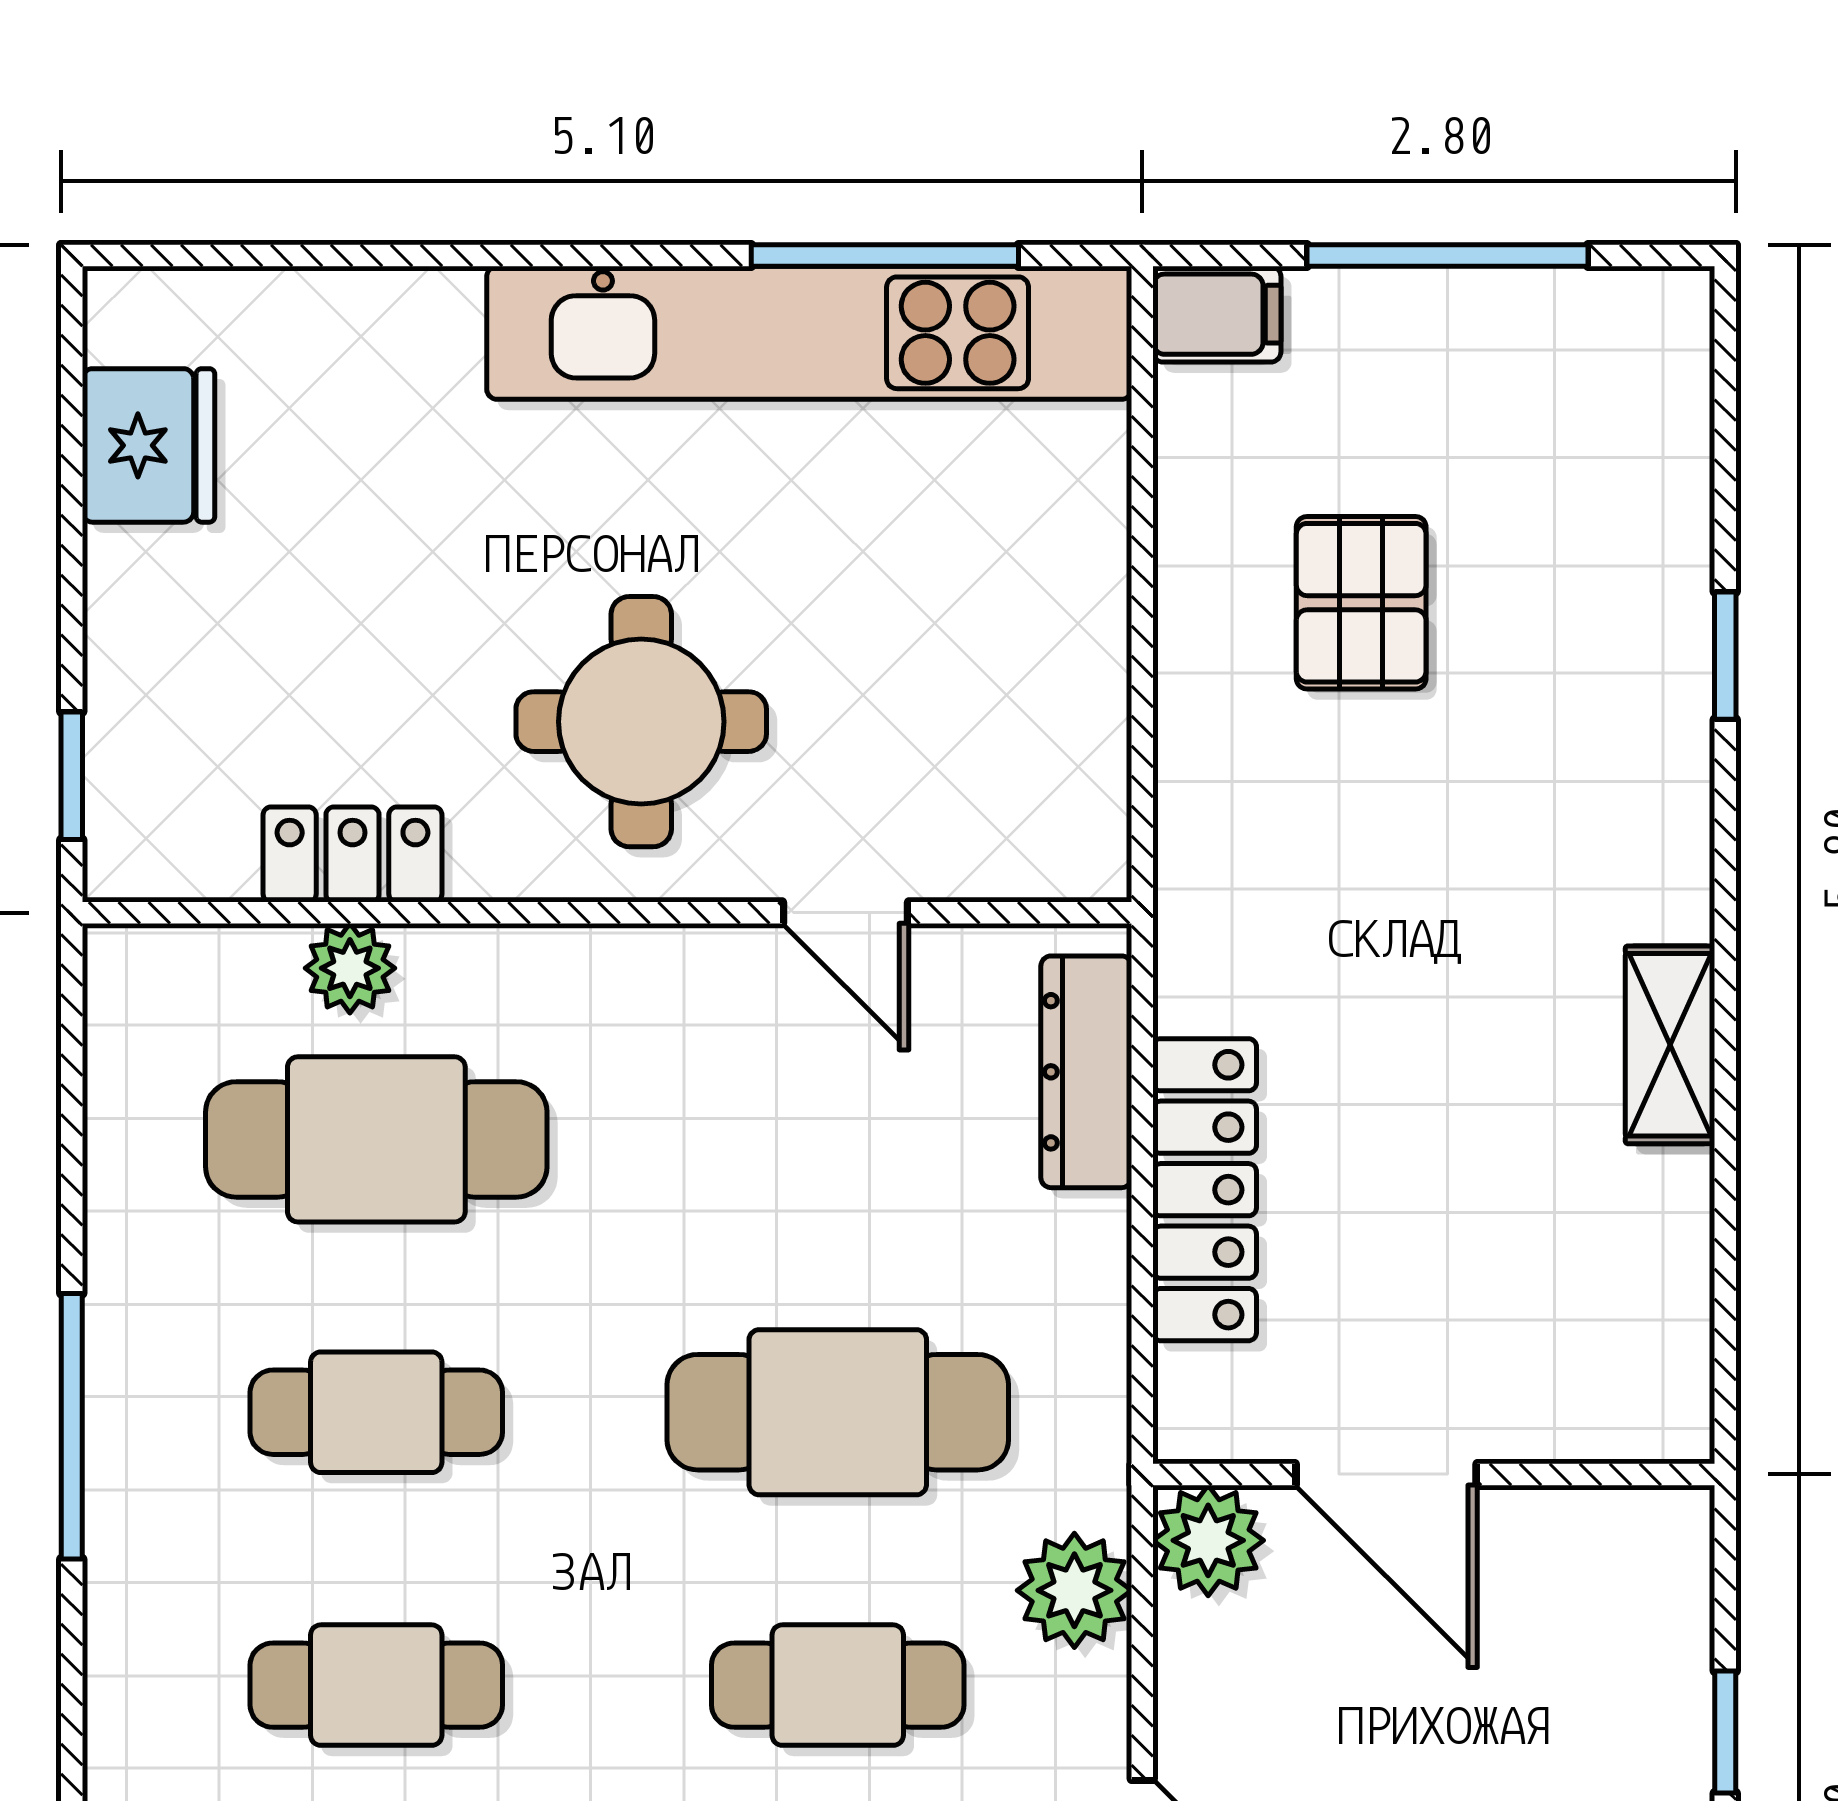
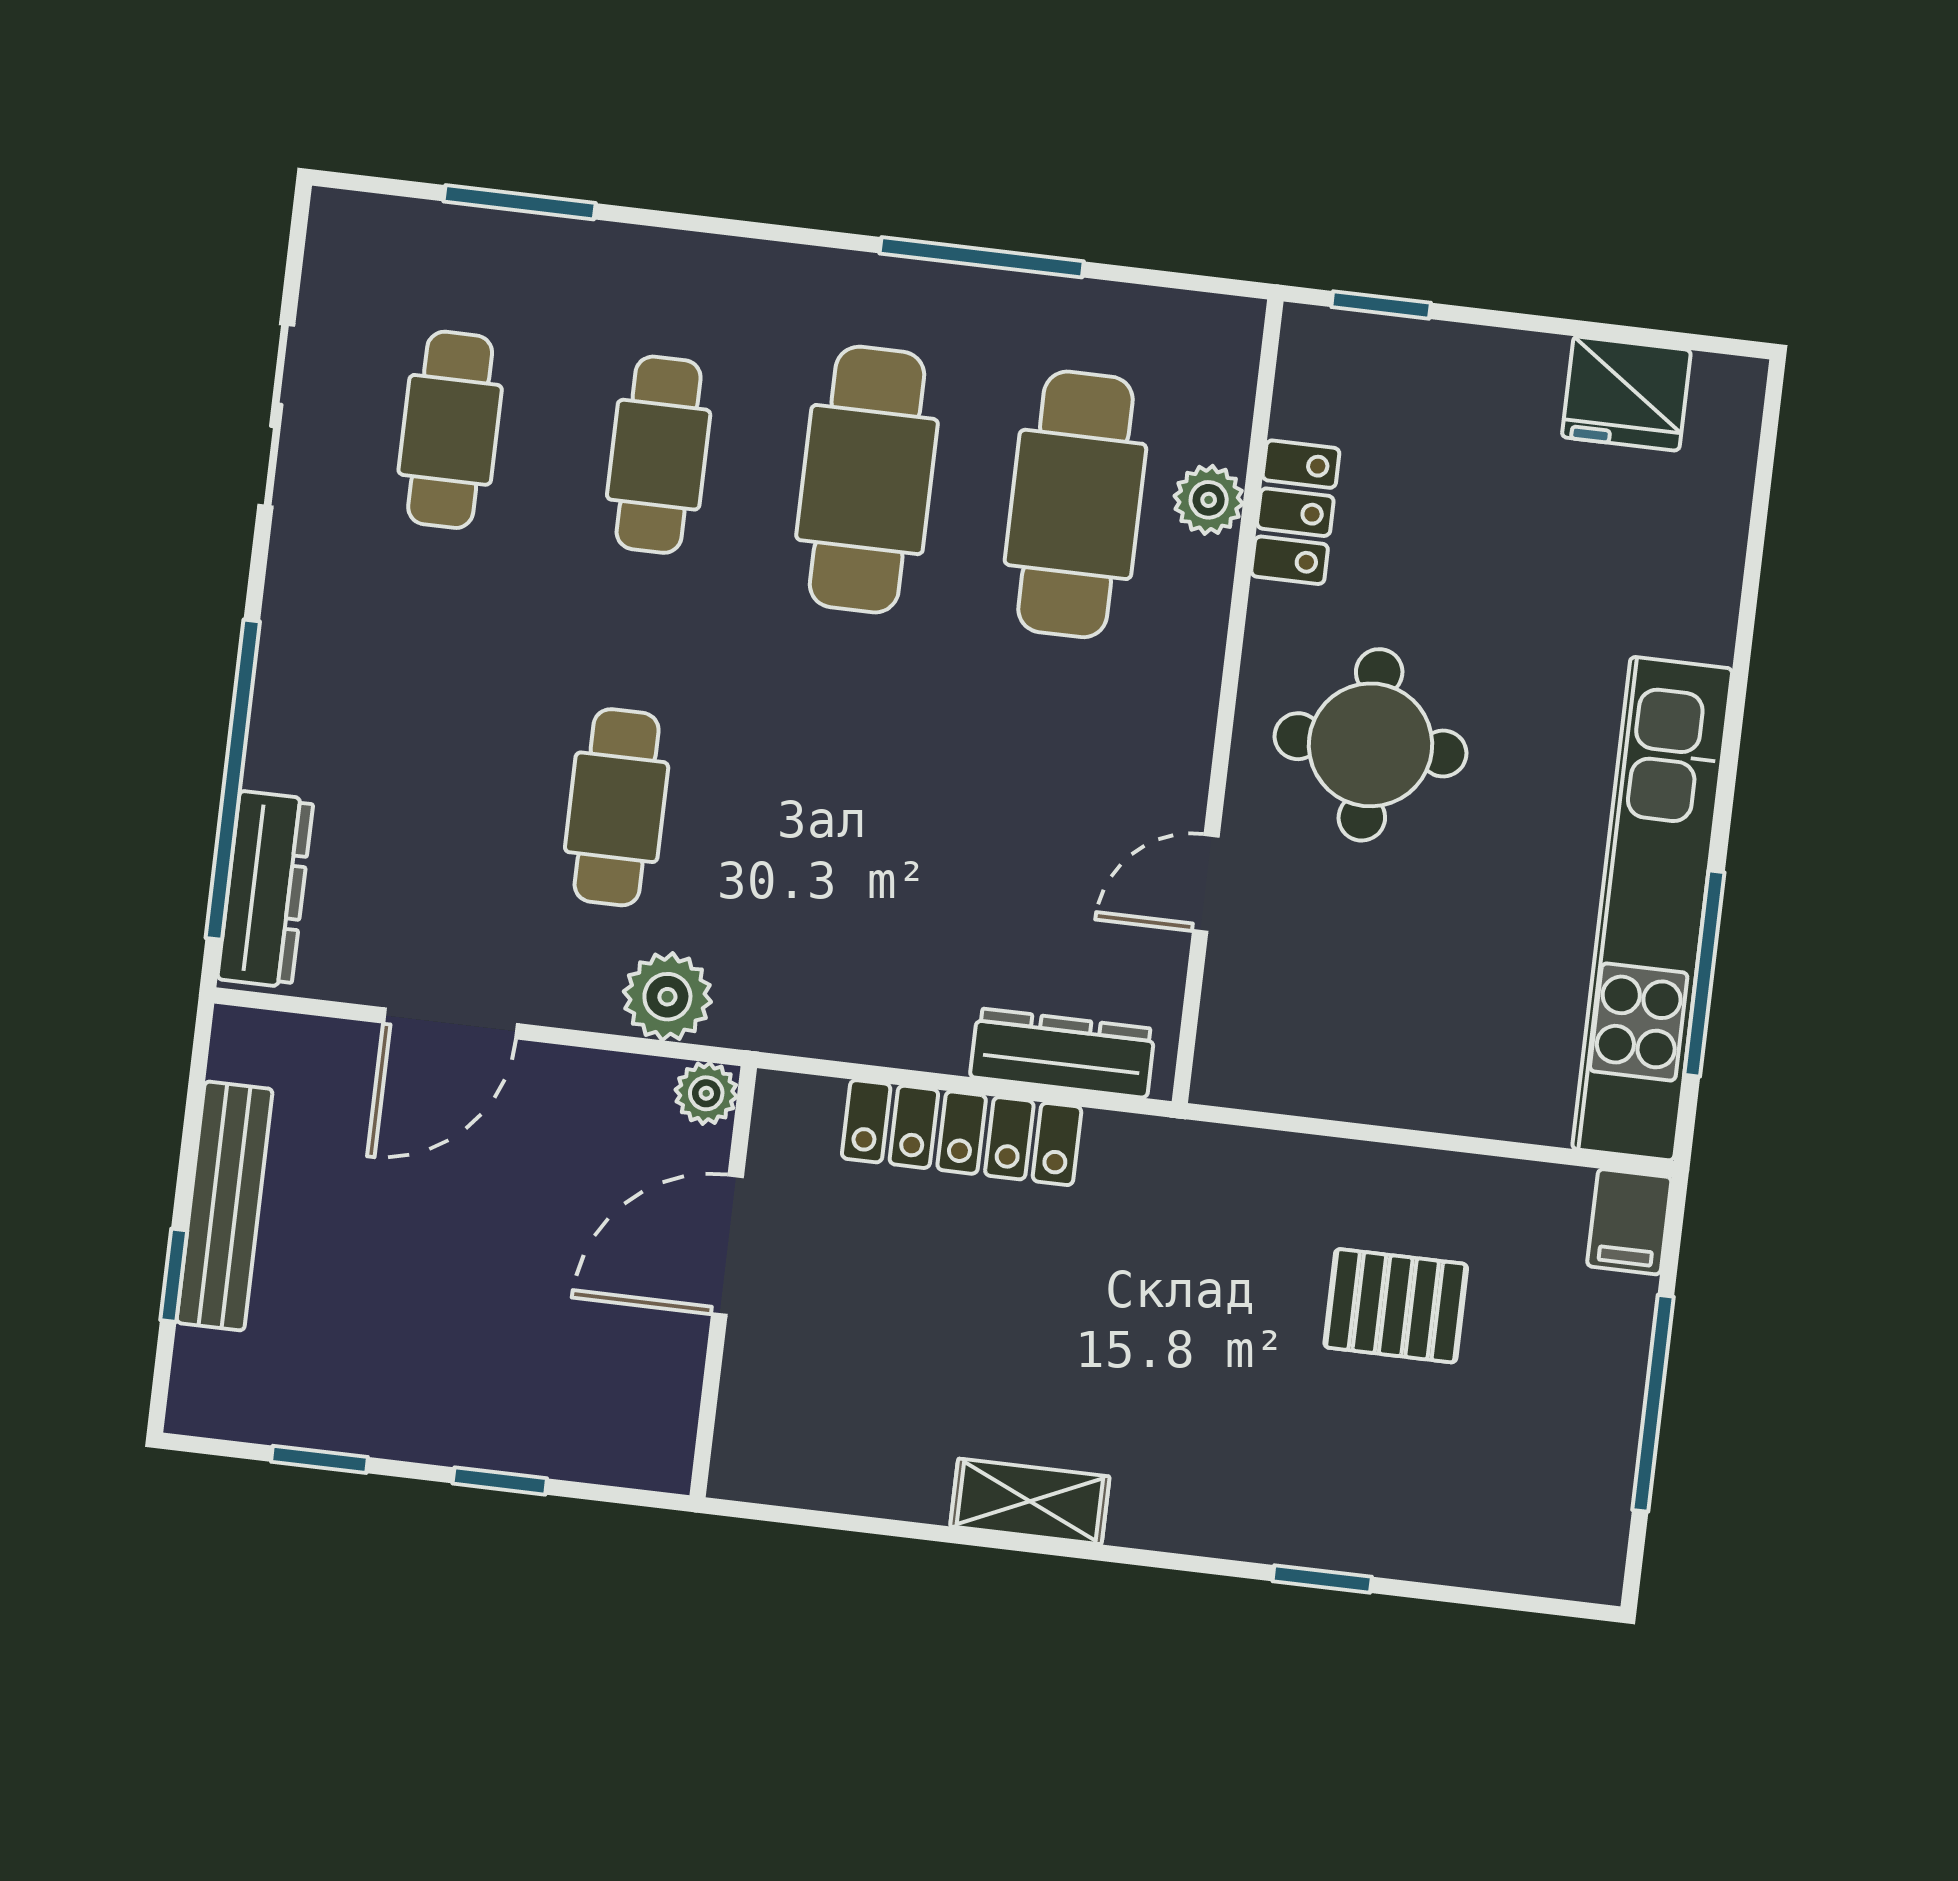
cafe table: (376, 1412) -> (867, 480), width x1.37, depth x1.35
cafe table: (838, 1412) -> (825, 832), removed
window: (72, 1426) -> (982, 257), moved
plant: (1208, 1540) -> (706, 1093), width x0.73, depth x0.73

